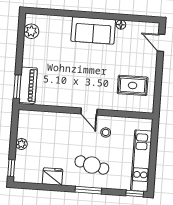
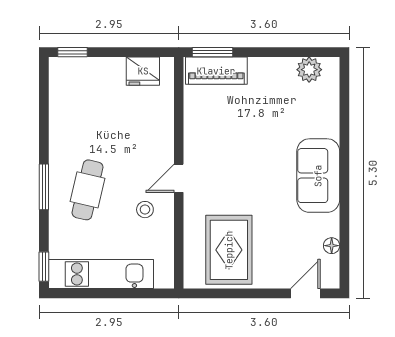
floor lamp: (121, 25) -> (332, 246), moved
rug: (133, 85) -> (229, 250), width x1.36, depth x1.43
plant: (21, 144) -> (115, 67), removed
fridge: (53, 177) -> (143, 71), moved, turned 90

